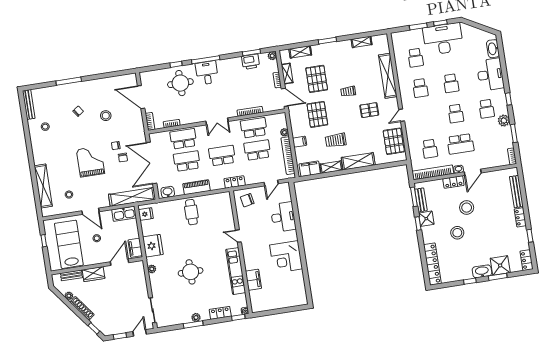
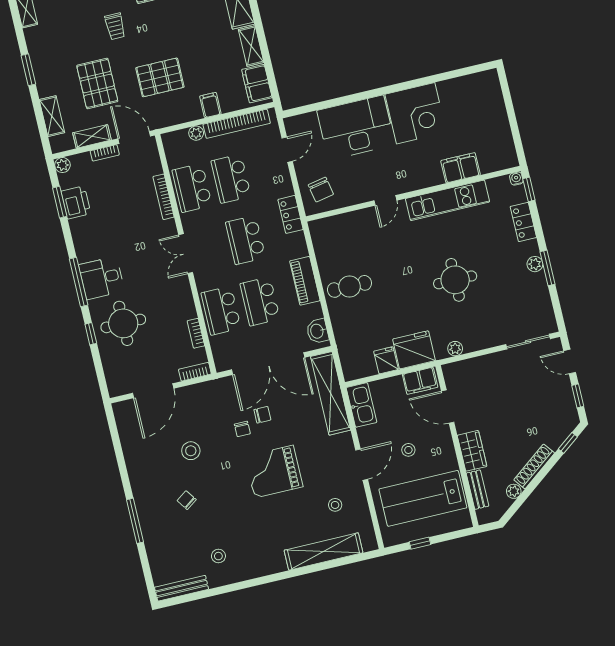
pallet: (317, 79) -> (97, 83), turned 90
door: (285, 97) -> (134, 137), hinge flipped
double door: (217, 121) -> (186, 254), swing flipped
trolley: (336, 140) -> (203, 41), removed
door: (271, 183) -> (287, 150), hinge flipped
fridge: (146, 214) -> (386, 360), moved
desk: (283, 217) -> (356, 127), width x1.36, depth x1.30

